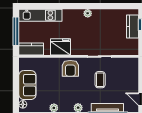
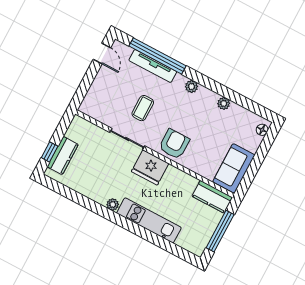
kitchen unit: (40, 15) -> (149, 220), moved
fridge: (61, 47) -> (150, 167), moved
sofa: (27, 85) -> (234, 168), moved

